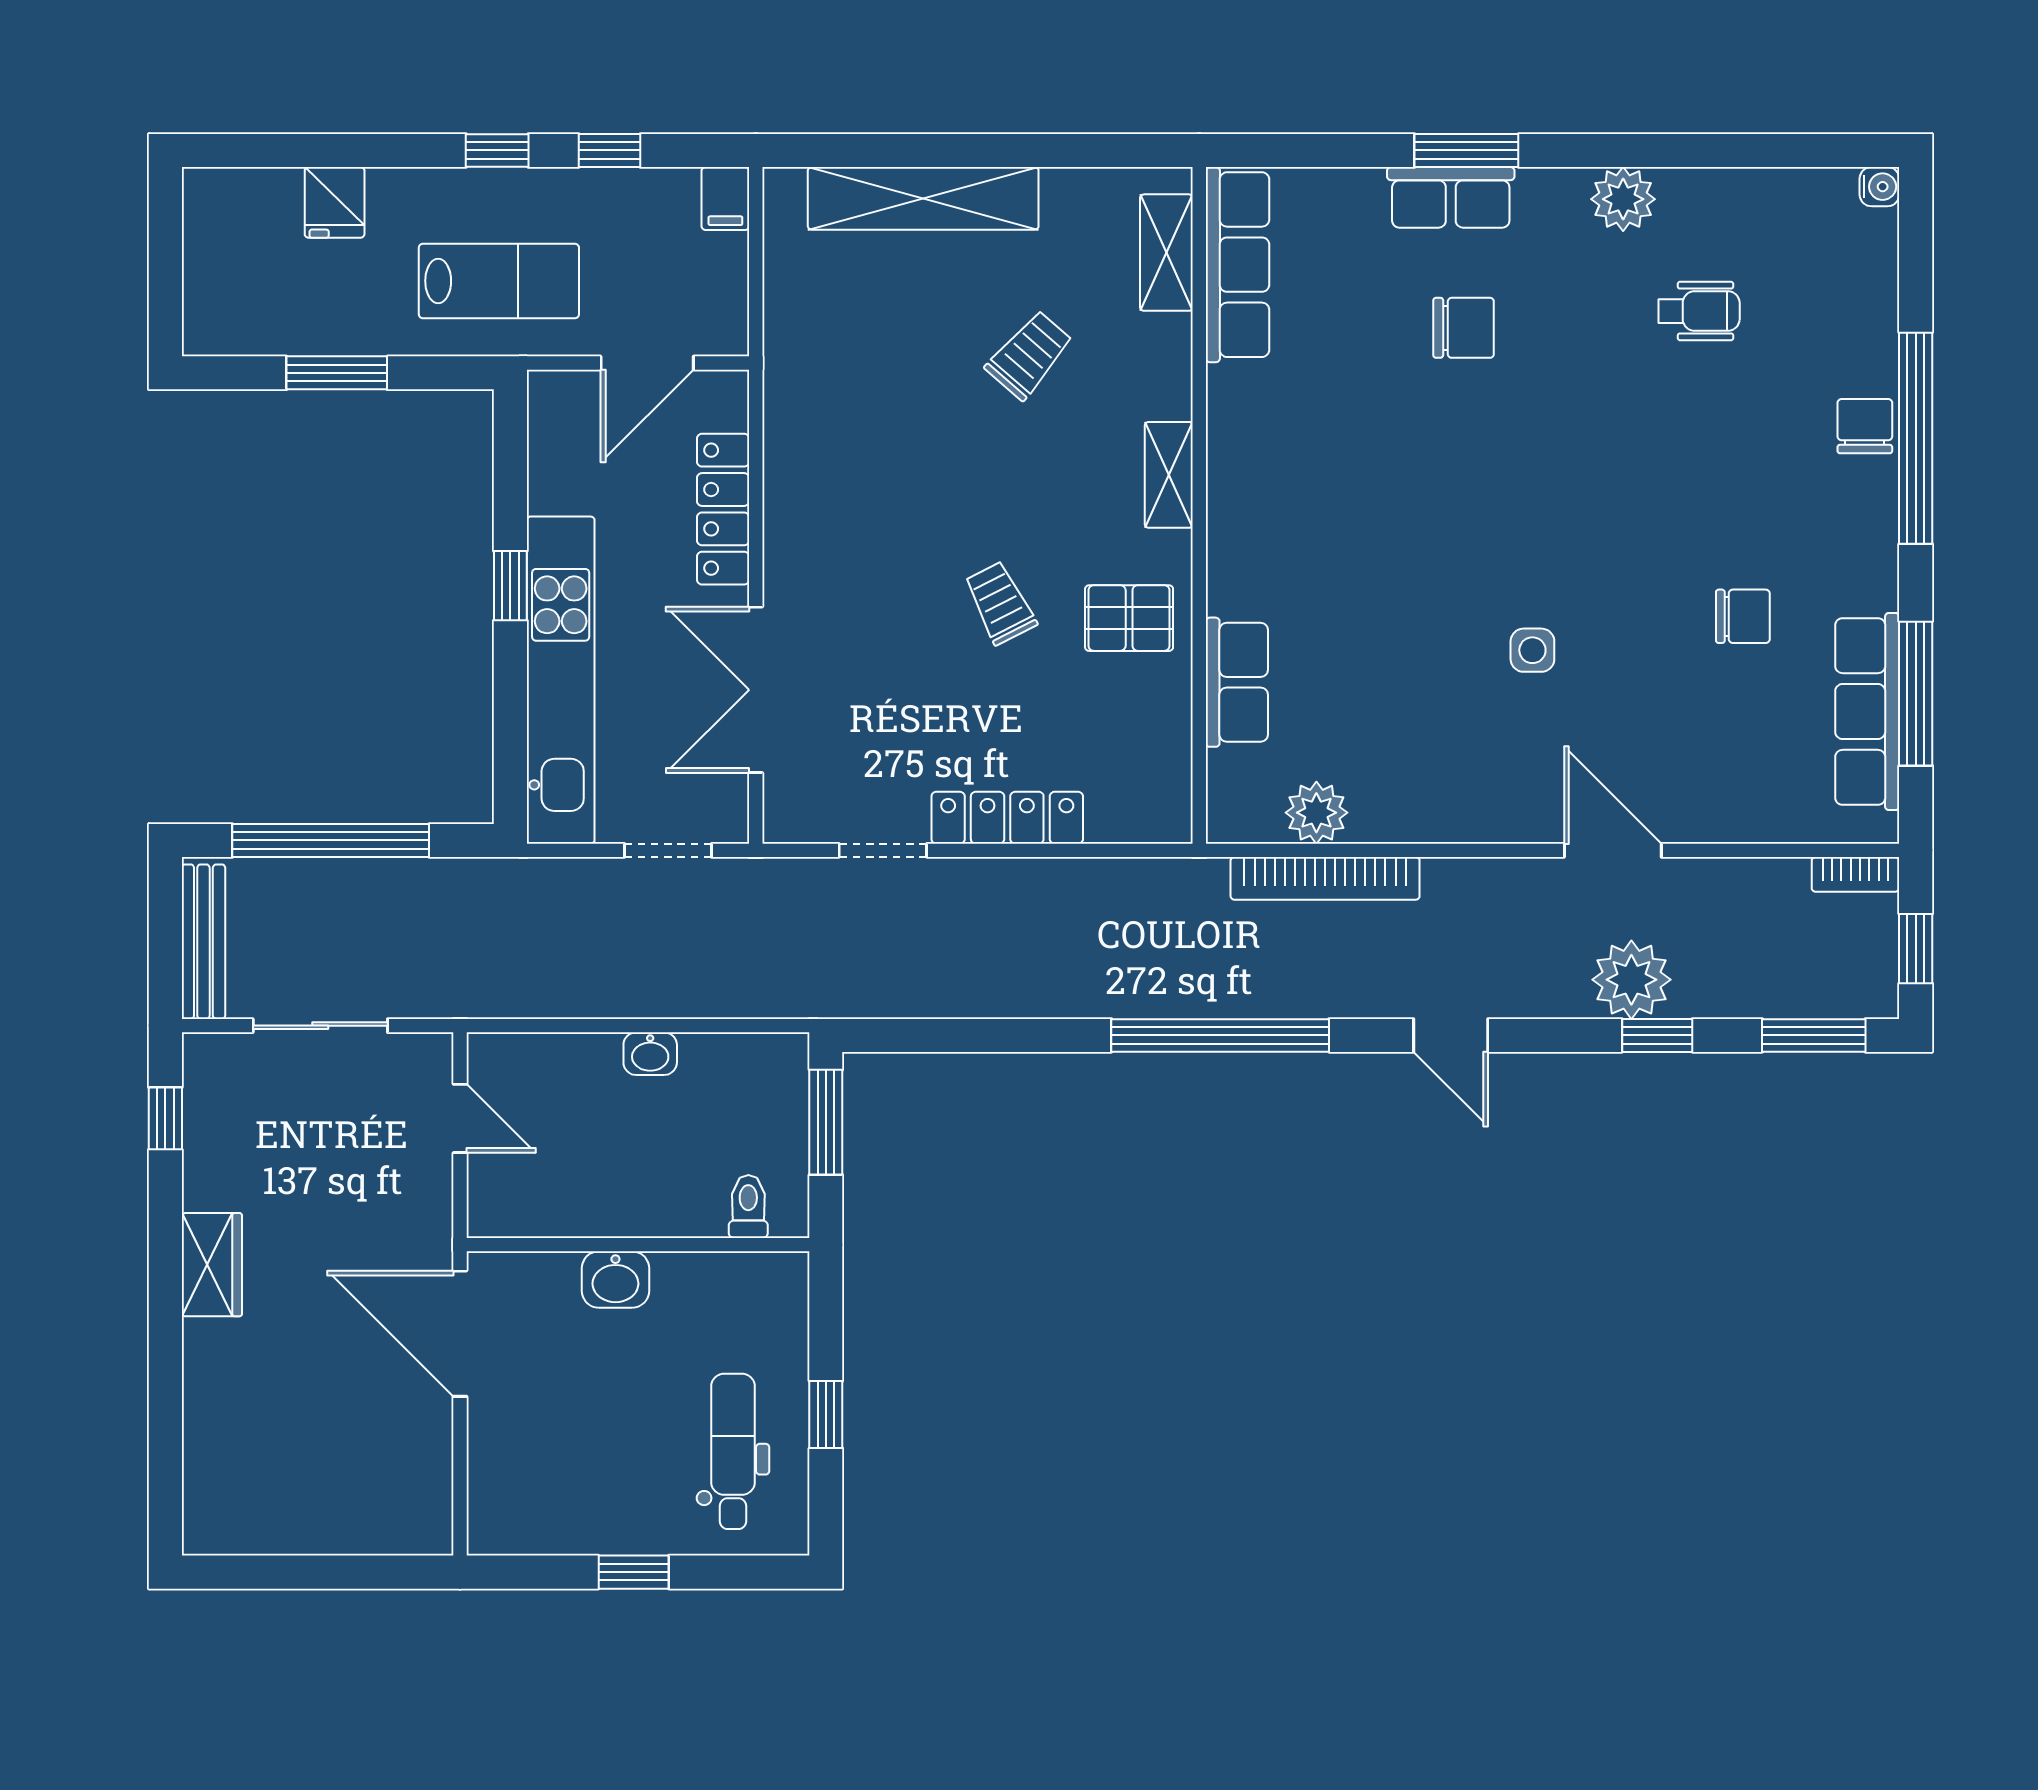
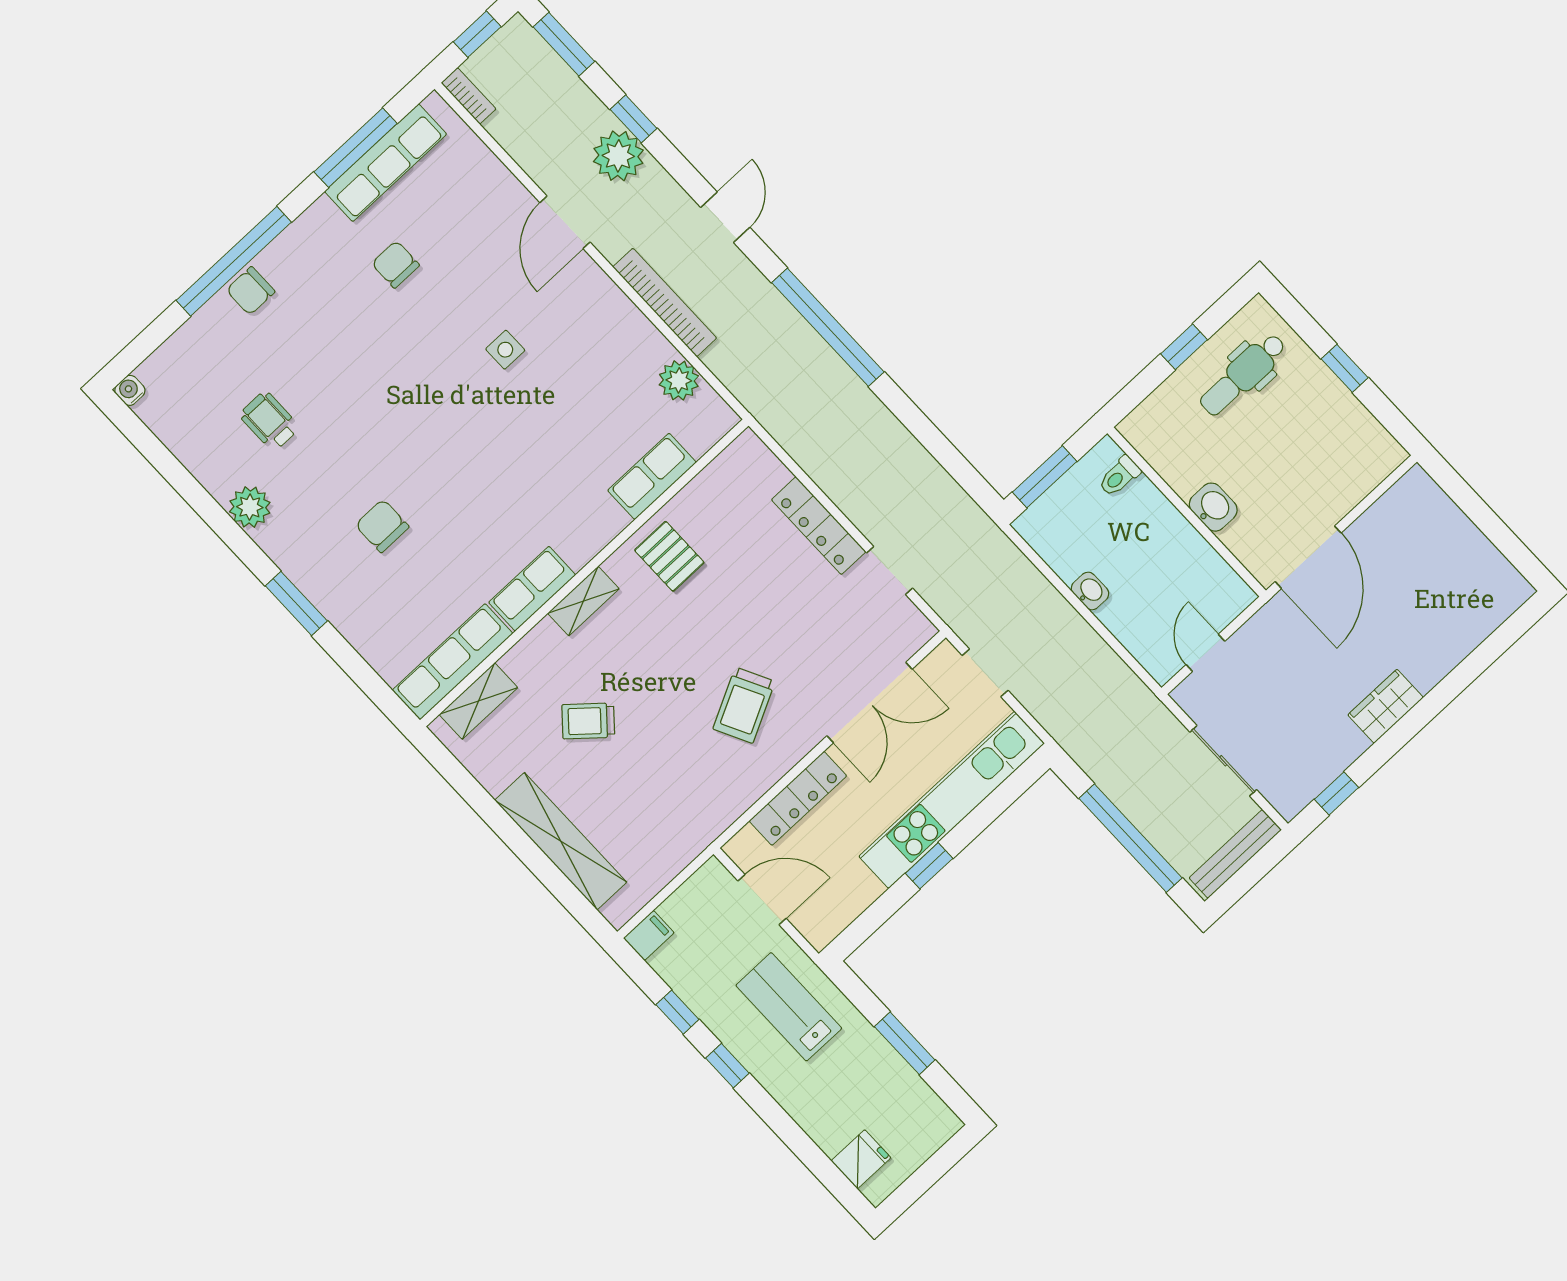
row of seats: (1451, 197) -> (532, 589), moved, turned -90
fridge: (335, 202) -> (861, 1159), moved
trolley: (1000, 603) -> (744, 705), moved, width x1.36, depth x1.39
bookcase: (1325, 878) -> (665, 302), moved

